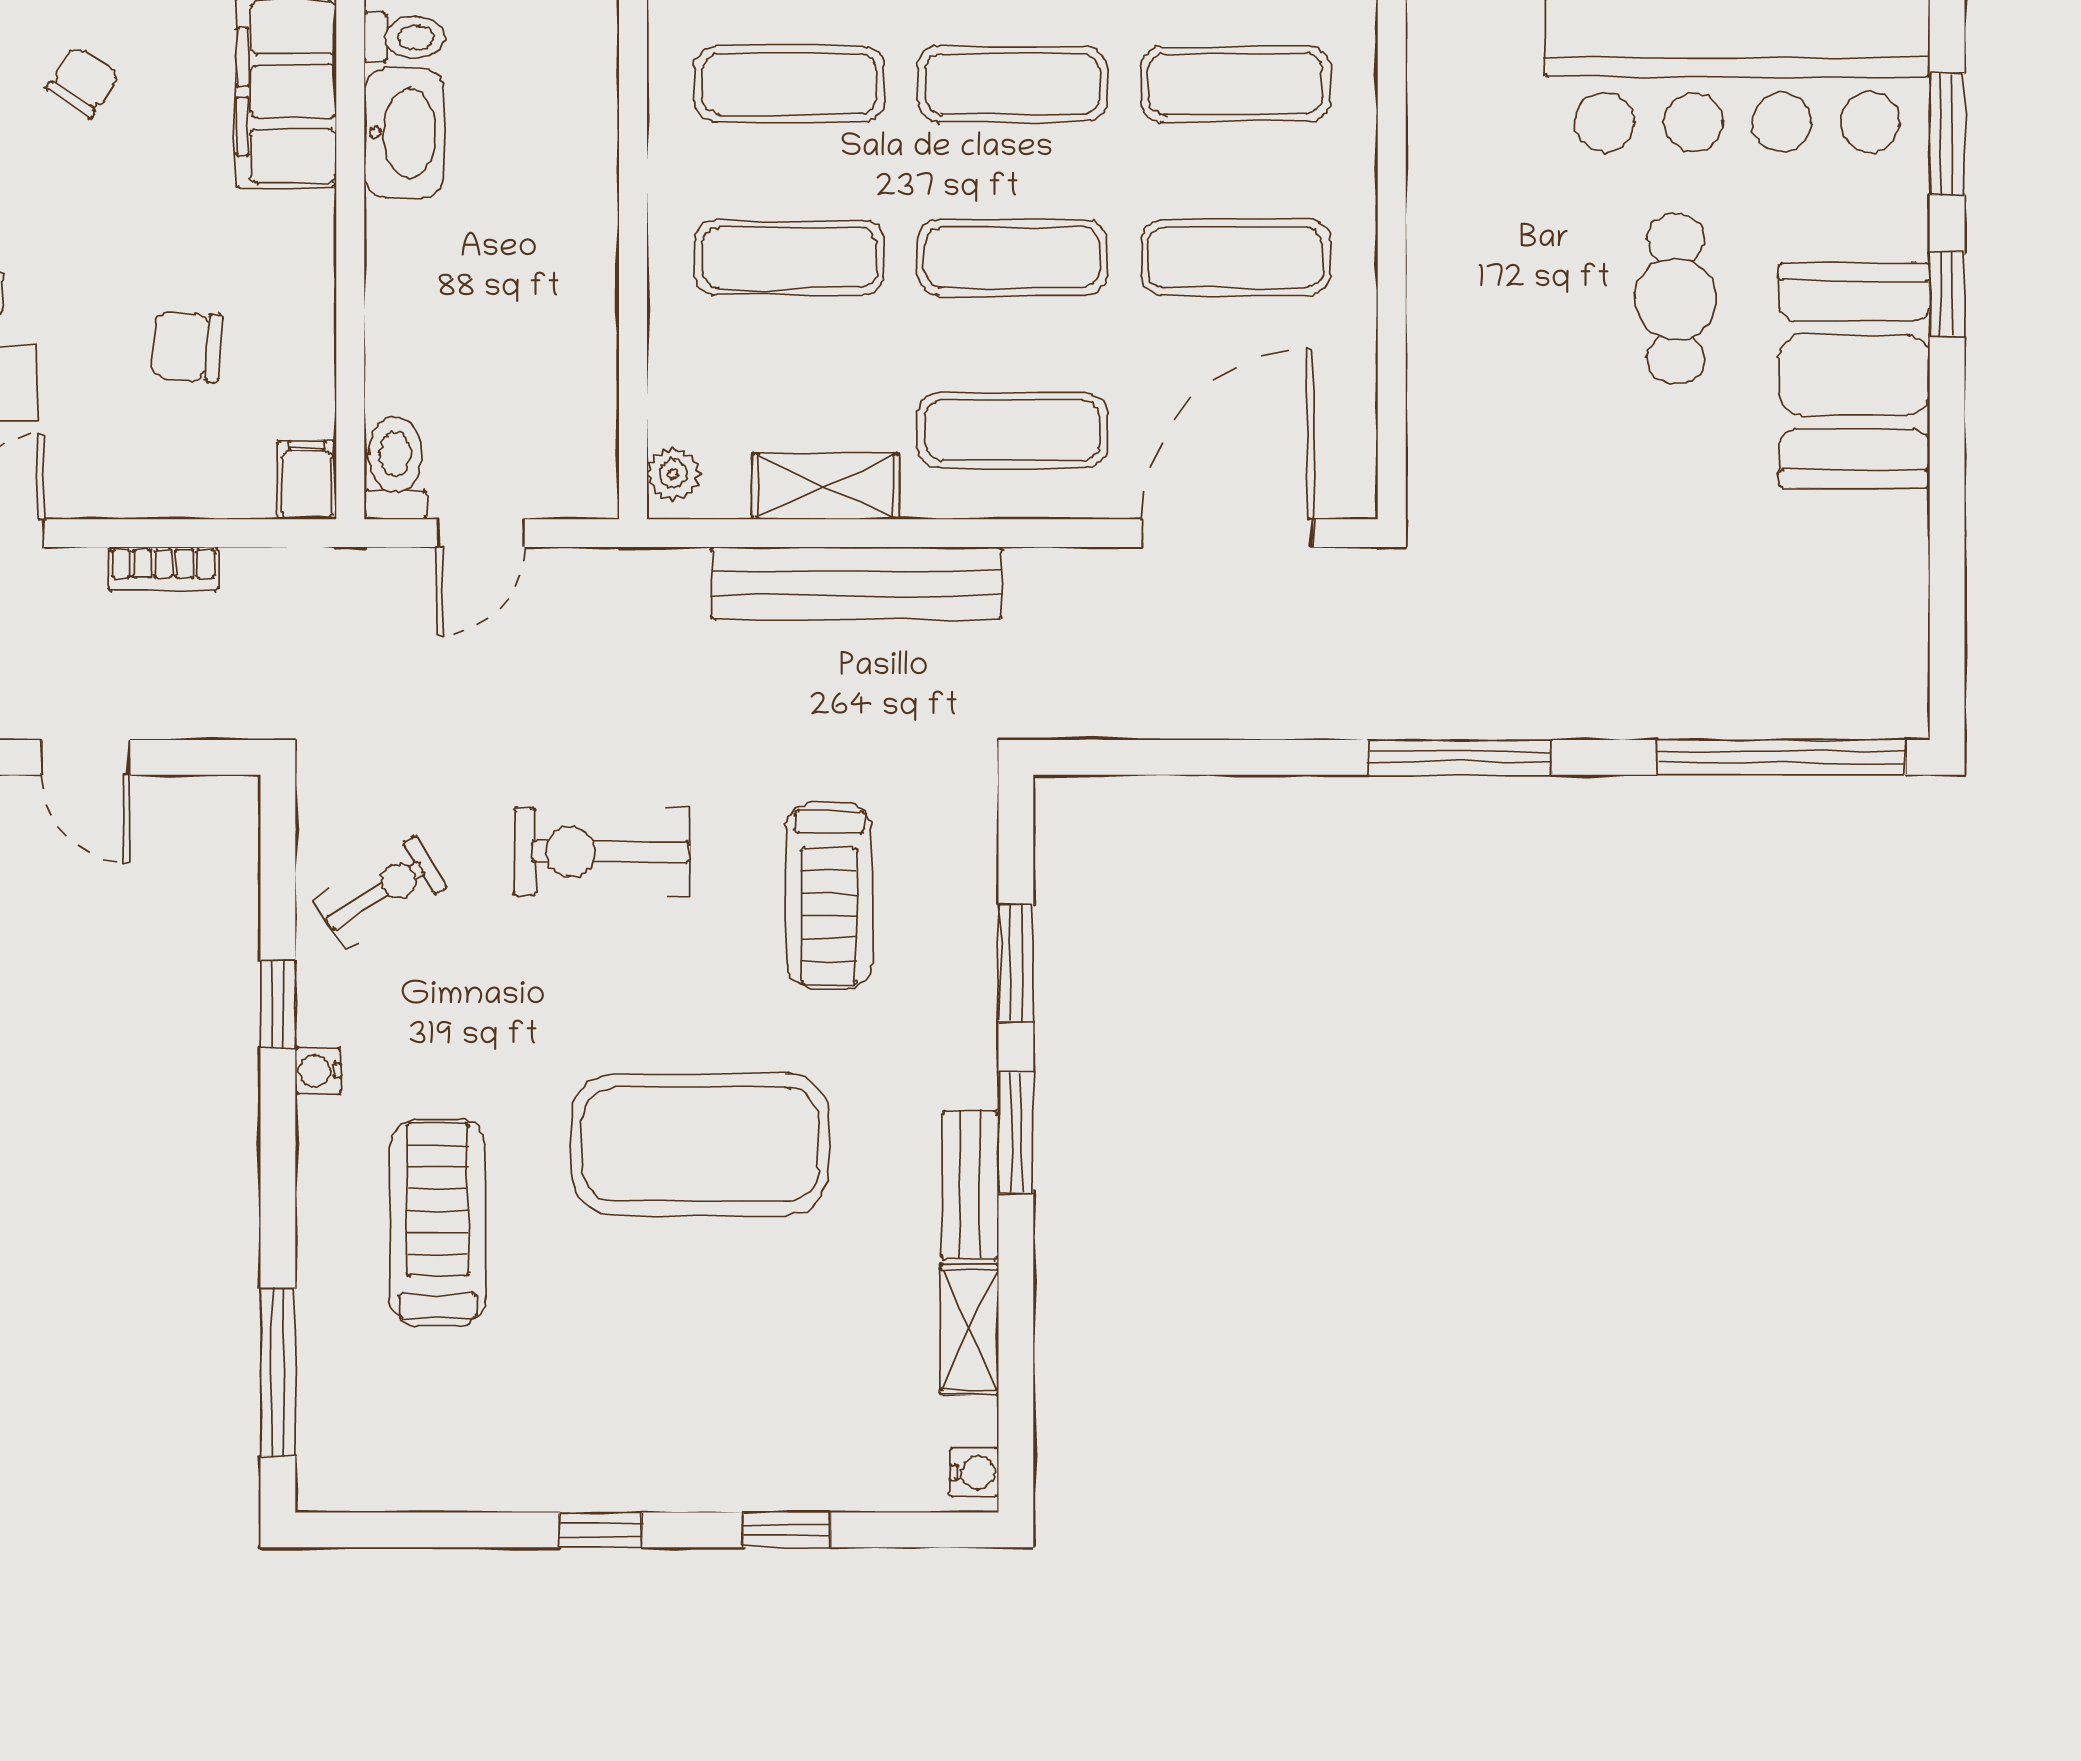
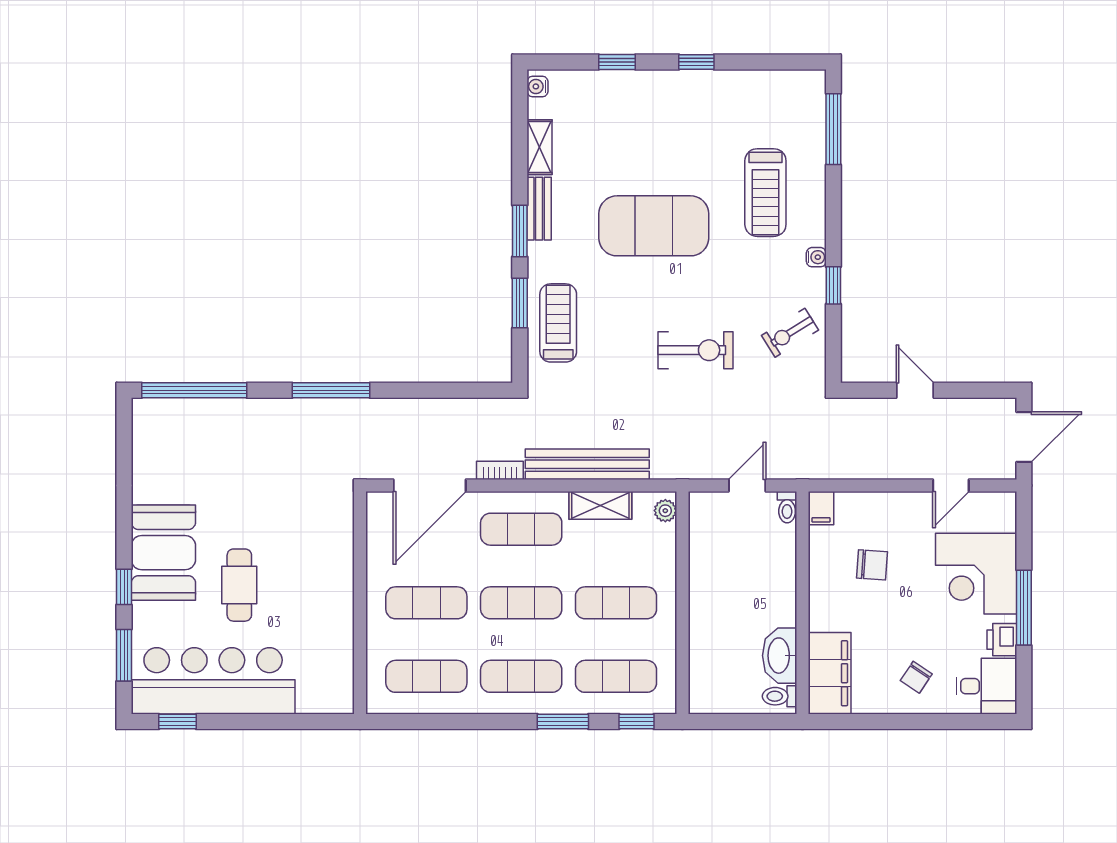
toilet: (395, 468) -> (787, 507), width x0.73, depth x0.72
bookcase: (163, 569) -> (500, 470), moved
treadmill: (829, 896) -> (558, 323), moved

